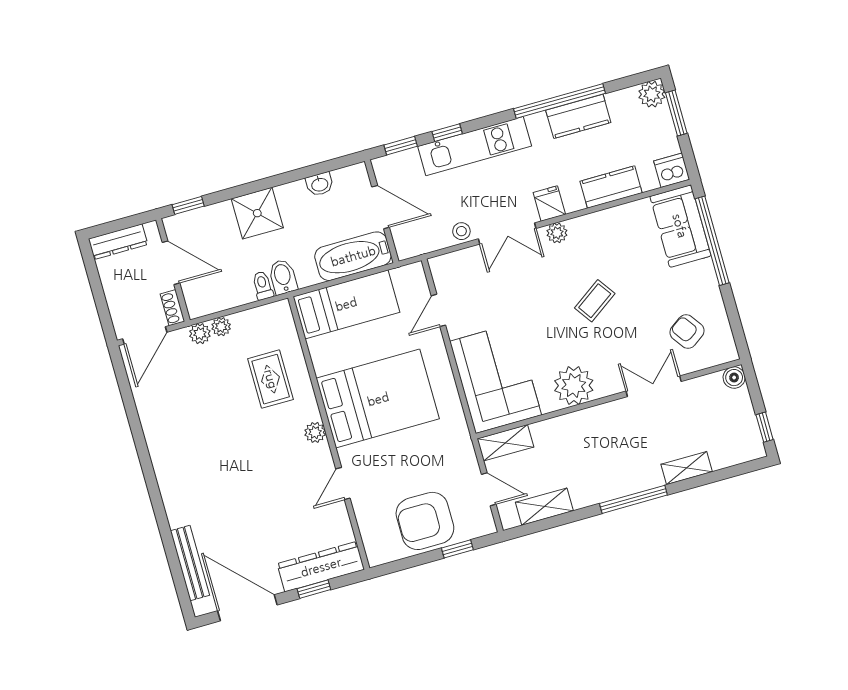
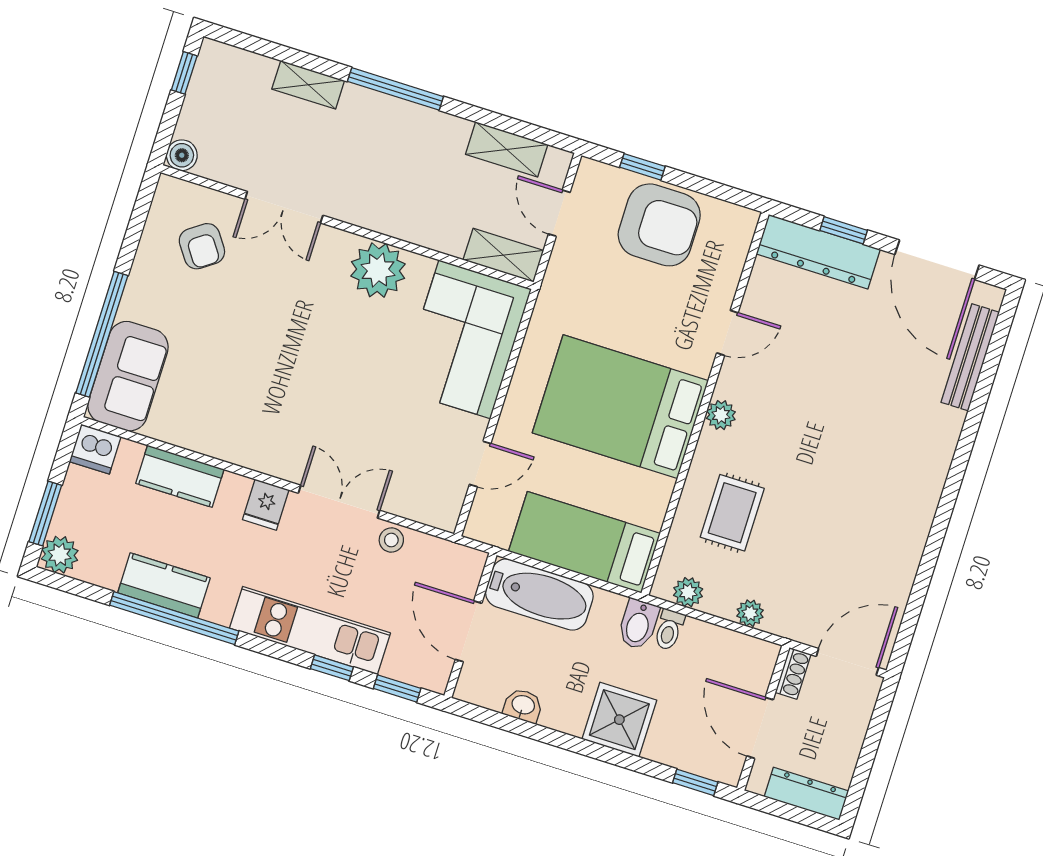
plant: (557, 233) -> (280, 464), removed
coffee table: (595, 301) -> (287, 354), removed
plant: (200, 334) -> (688, 592), moved

